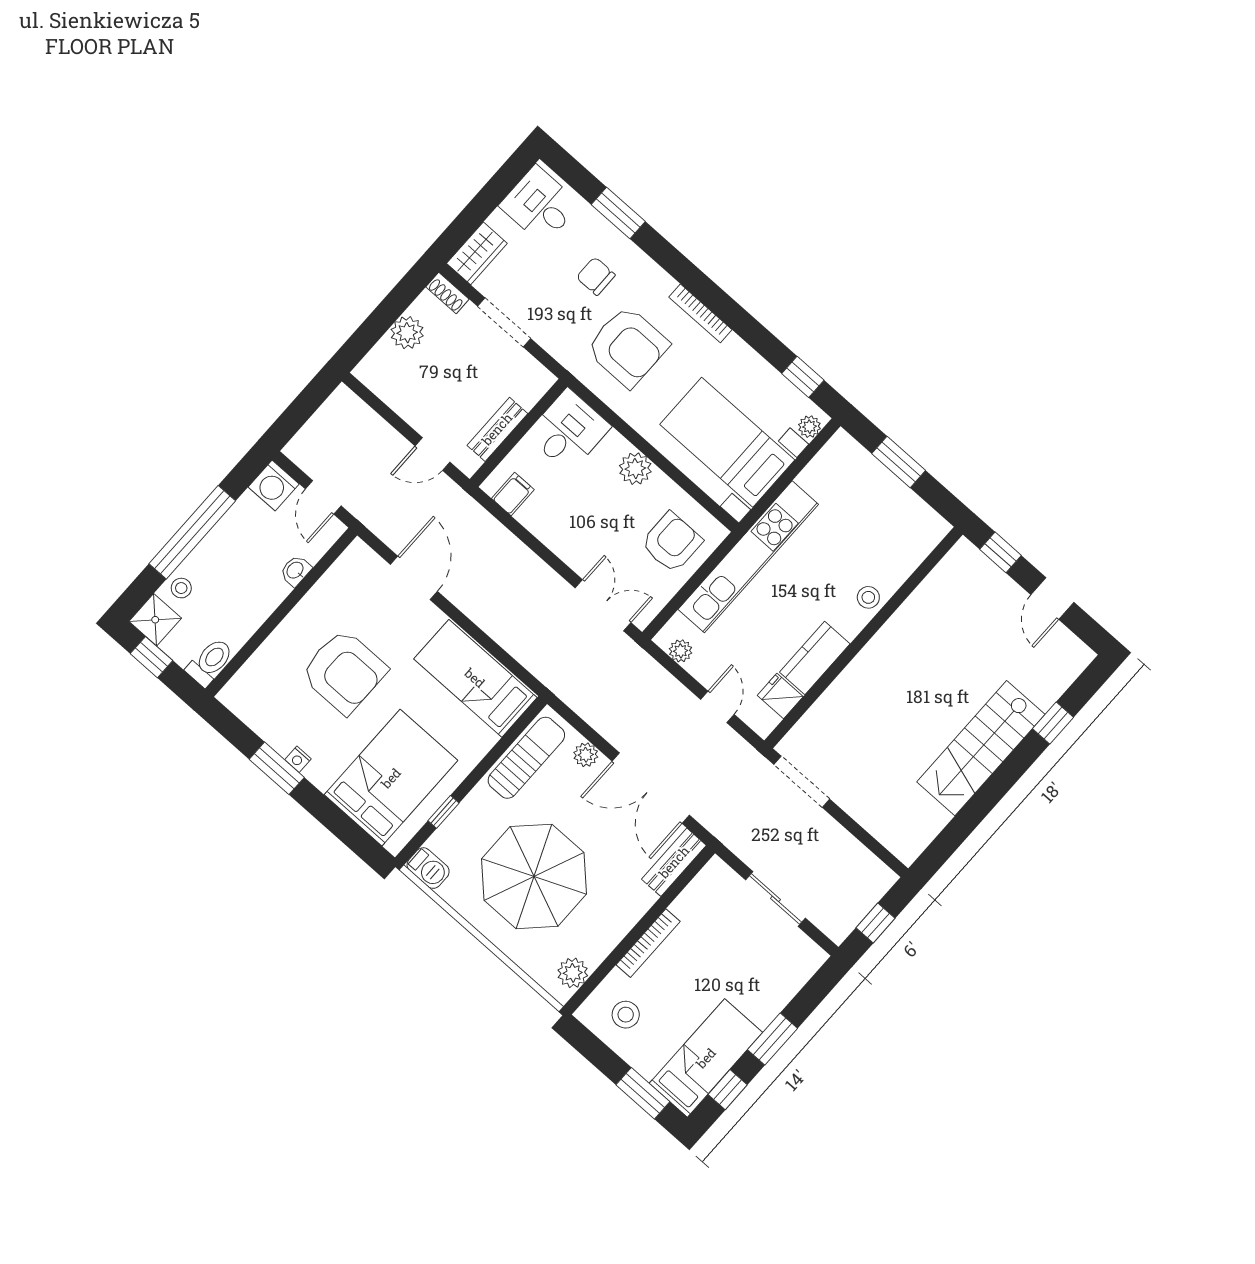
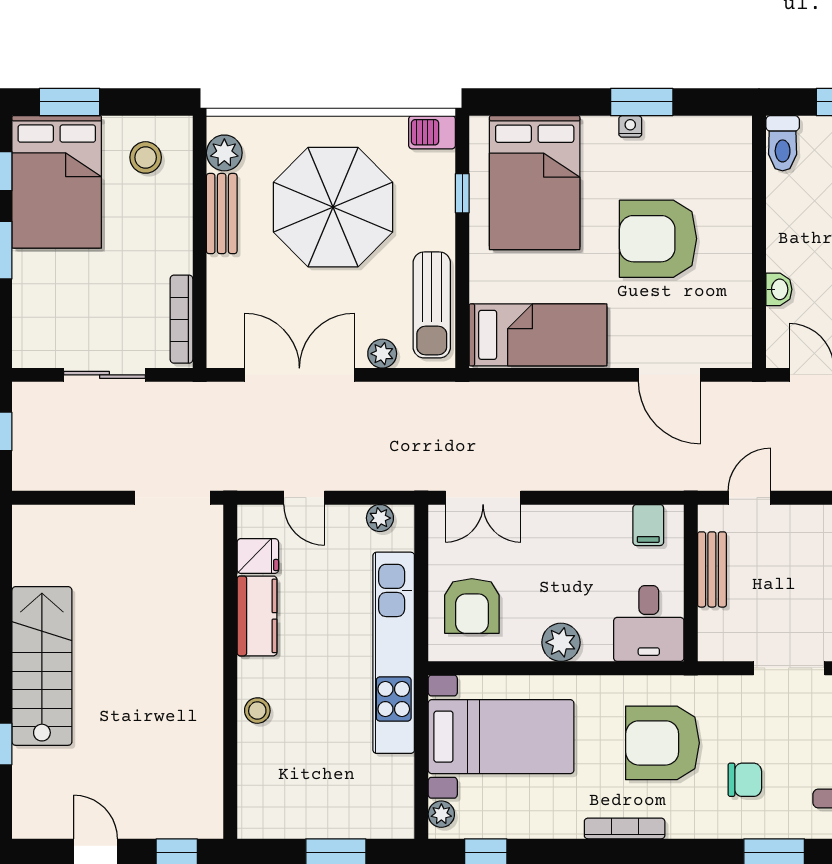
bench: (674, 862) -> (222, 214), moved
bookcase: (648, 943) -> (182, 319), moved
bed: (706, 1058) -> (57, 182), width x1.50

